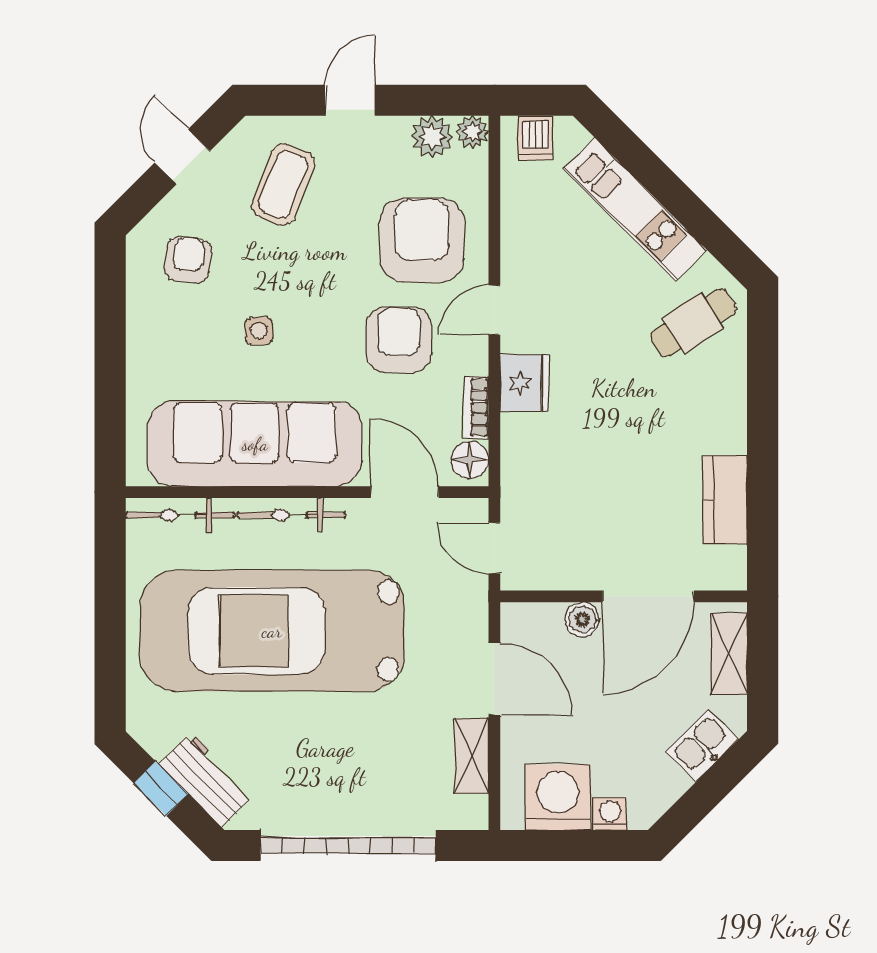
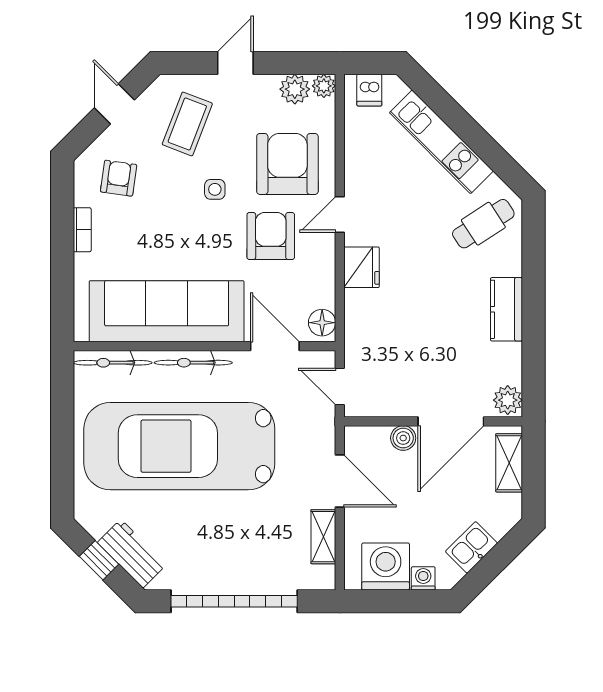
side table: (259, 331) -> (215, 189), moved
bookcase: (476, 407) -> (82, 230), moved, turned 180
kitchen counter: (725, 500) -> (506, 309), moved
plant: (727, 567) -> (508, 400), added
kitchen sink: (702, 745) -> (471, 547), moved

